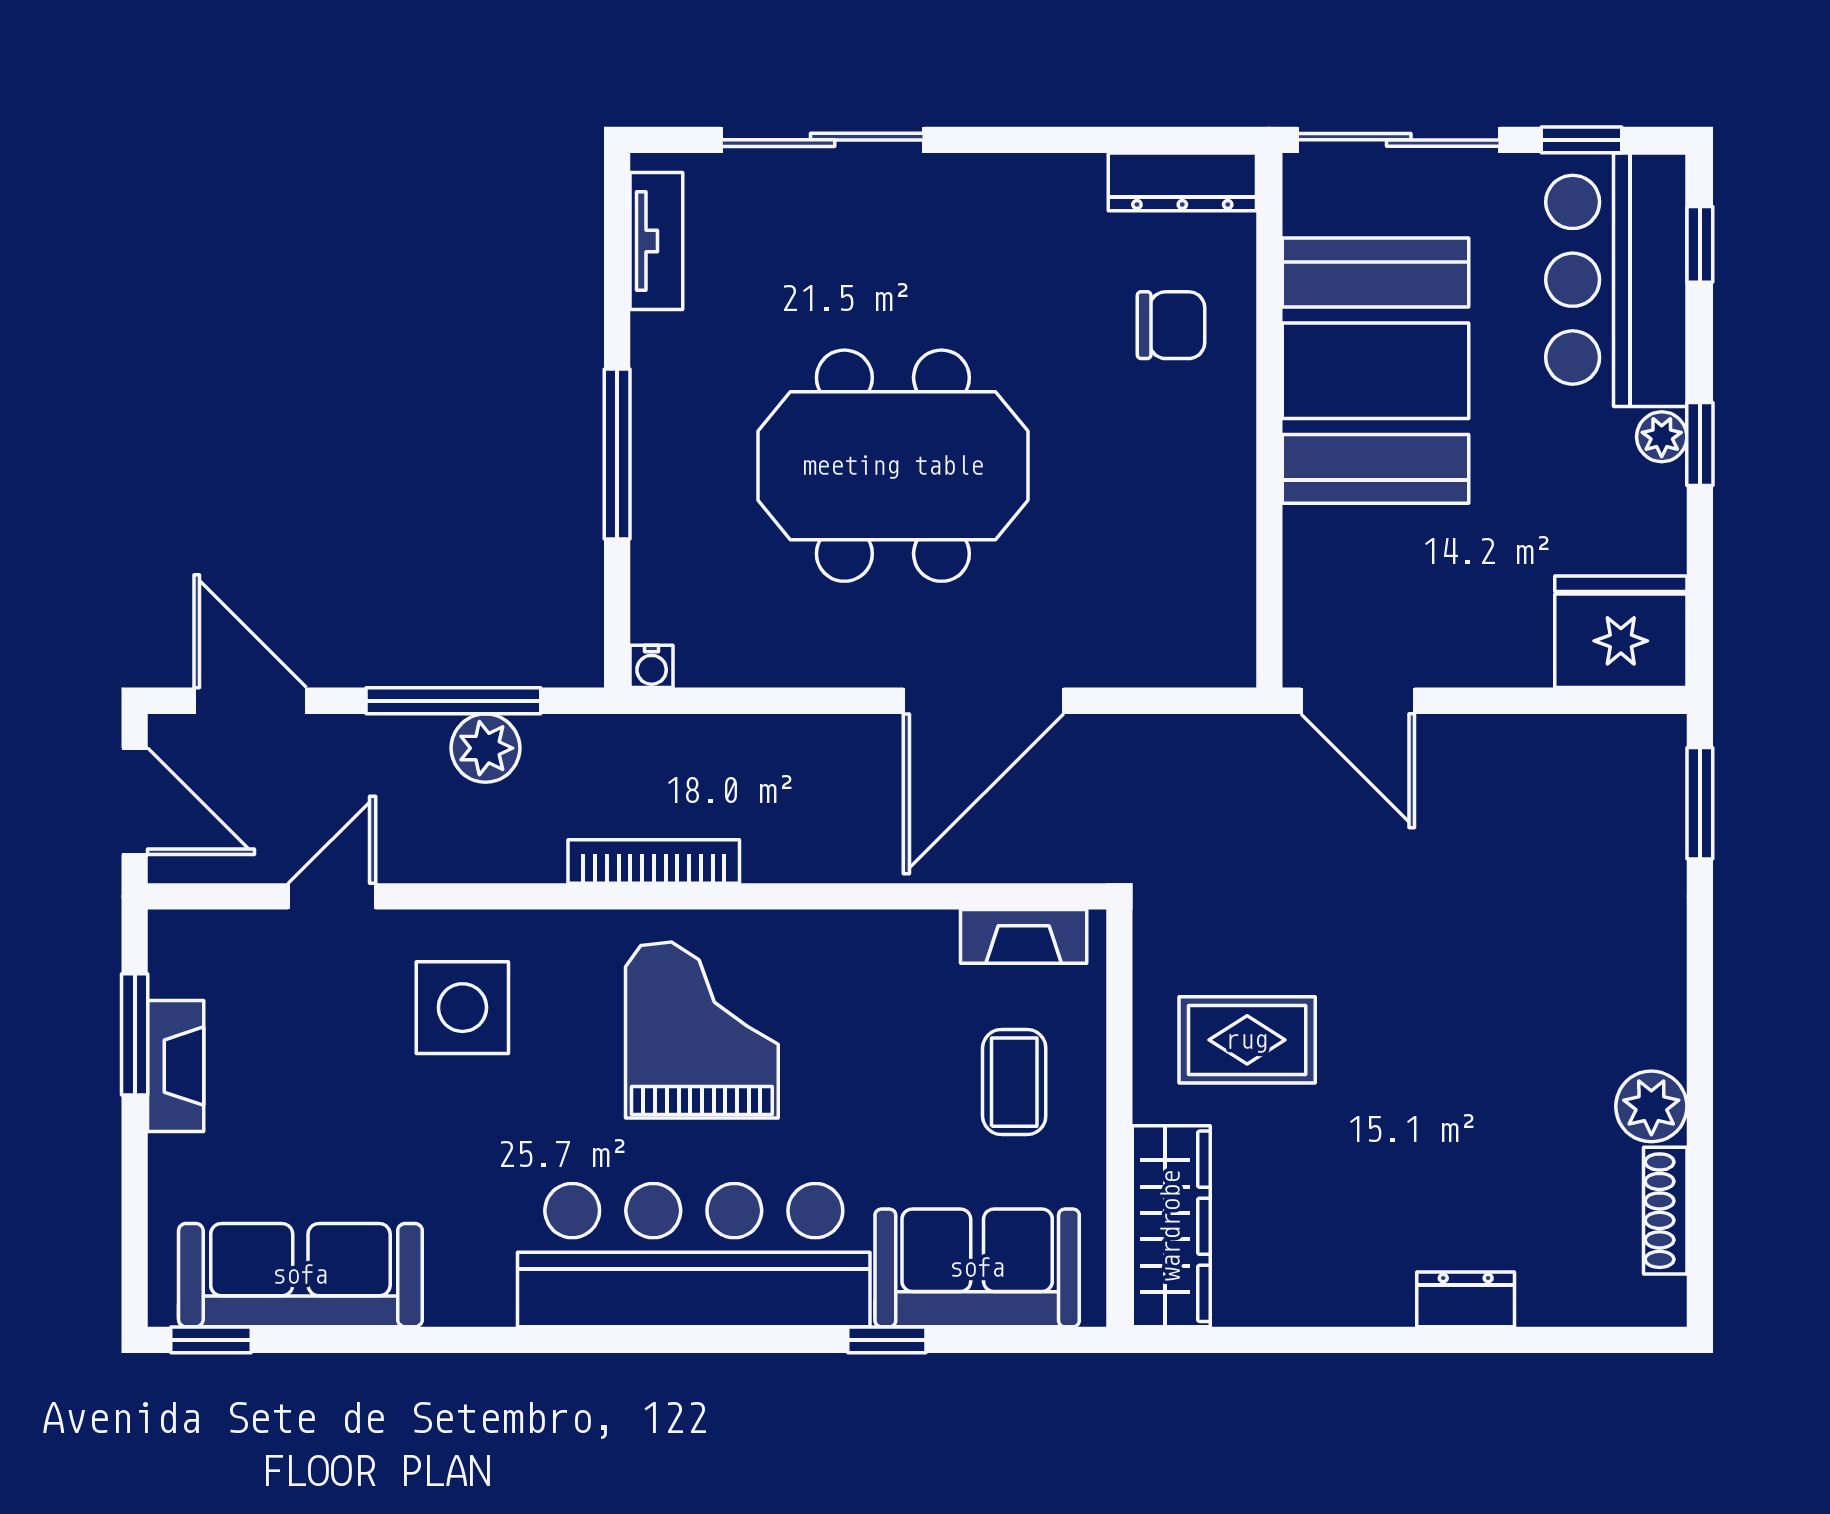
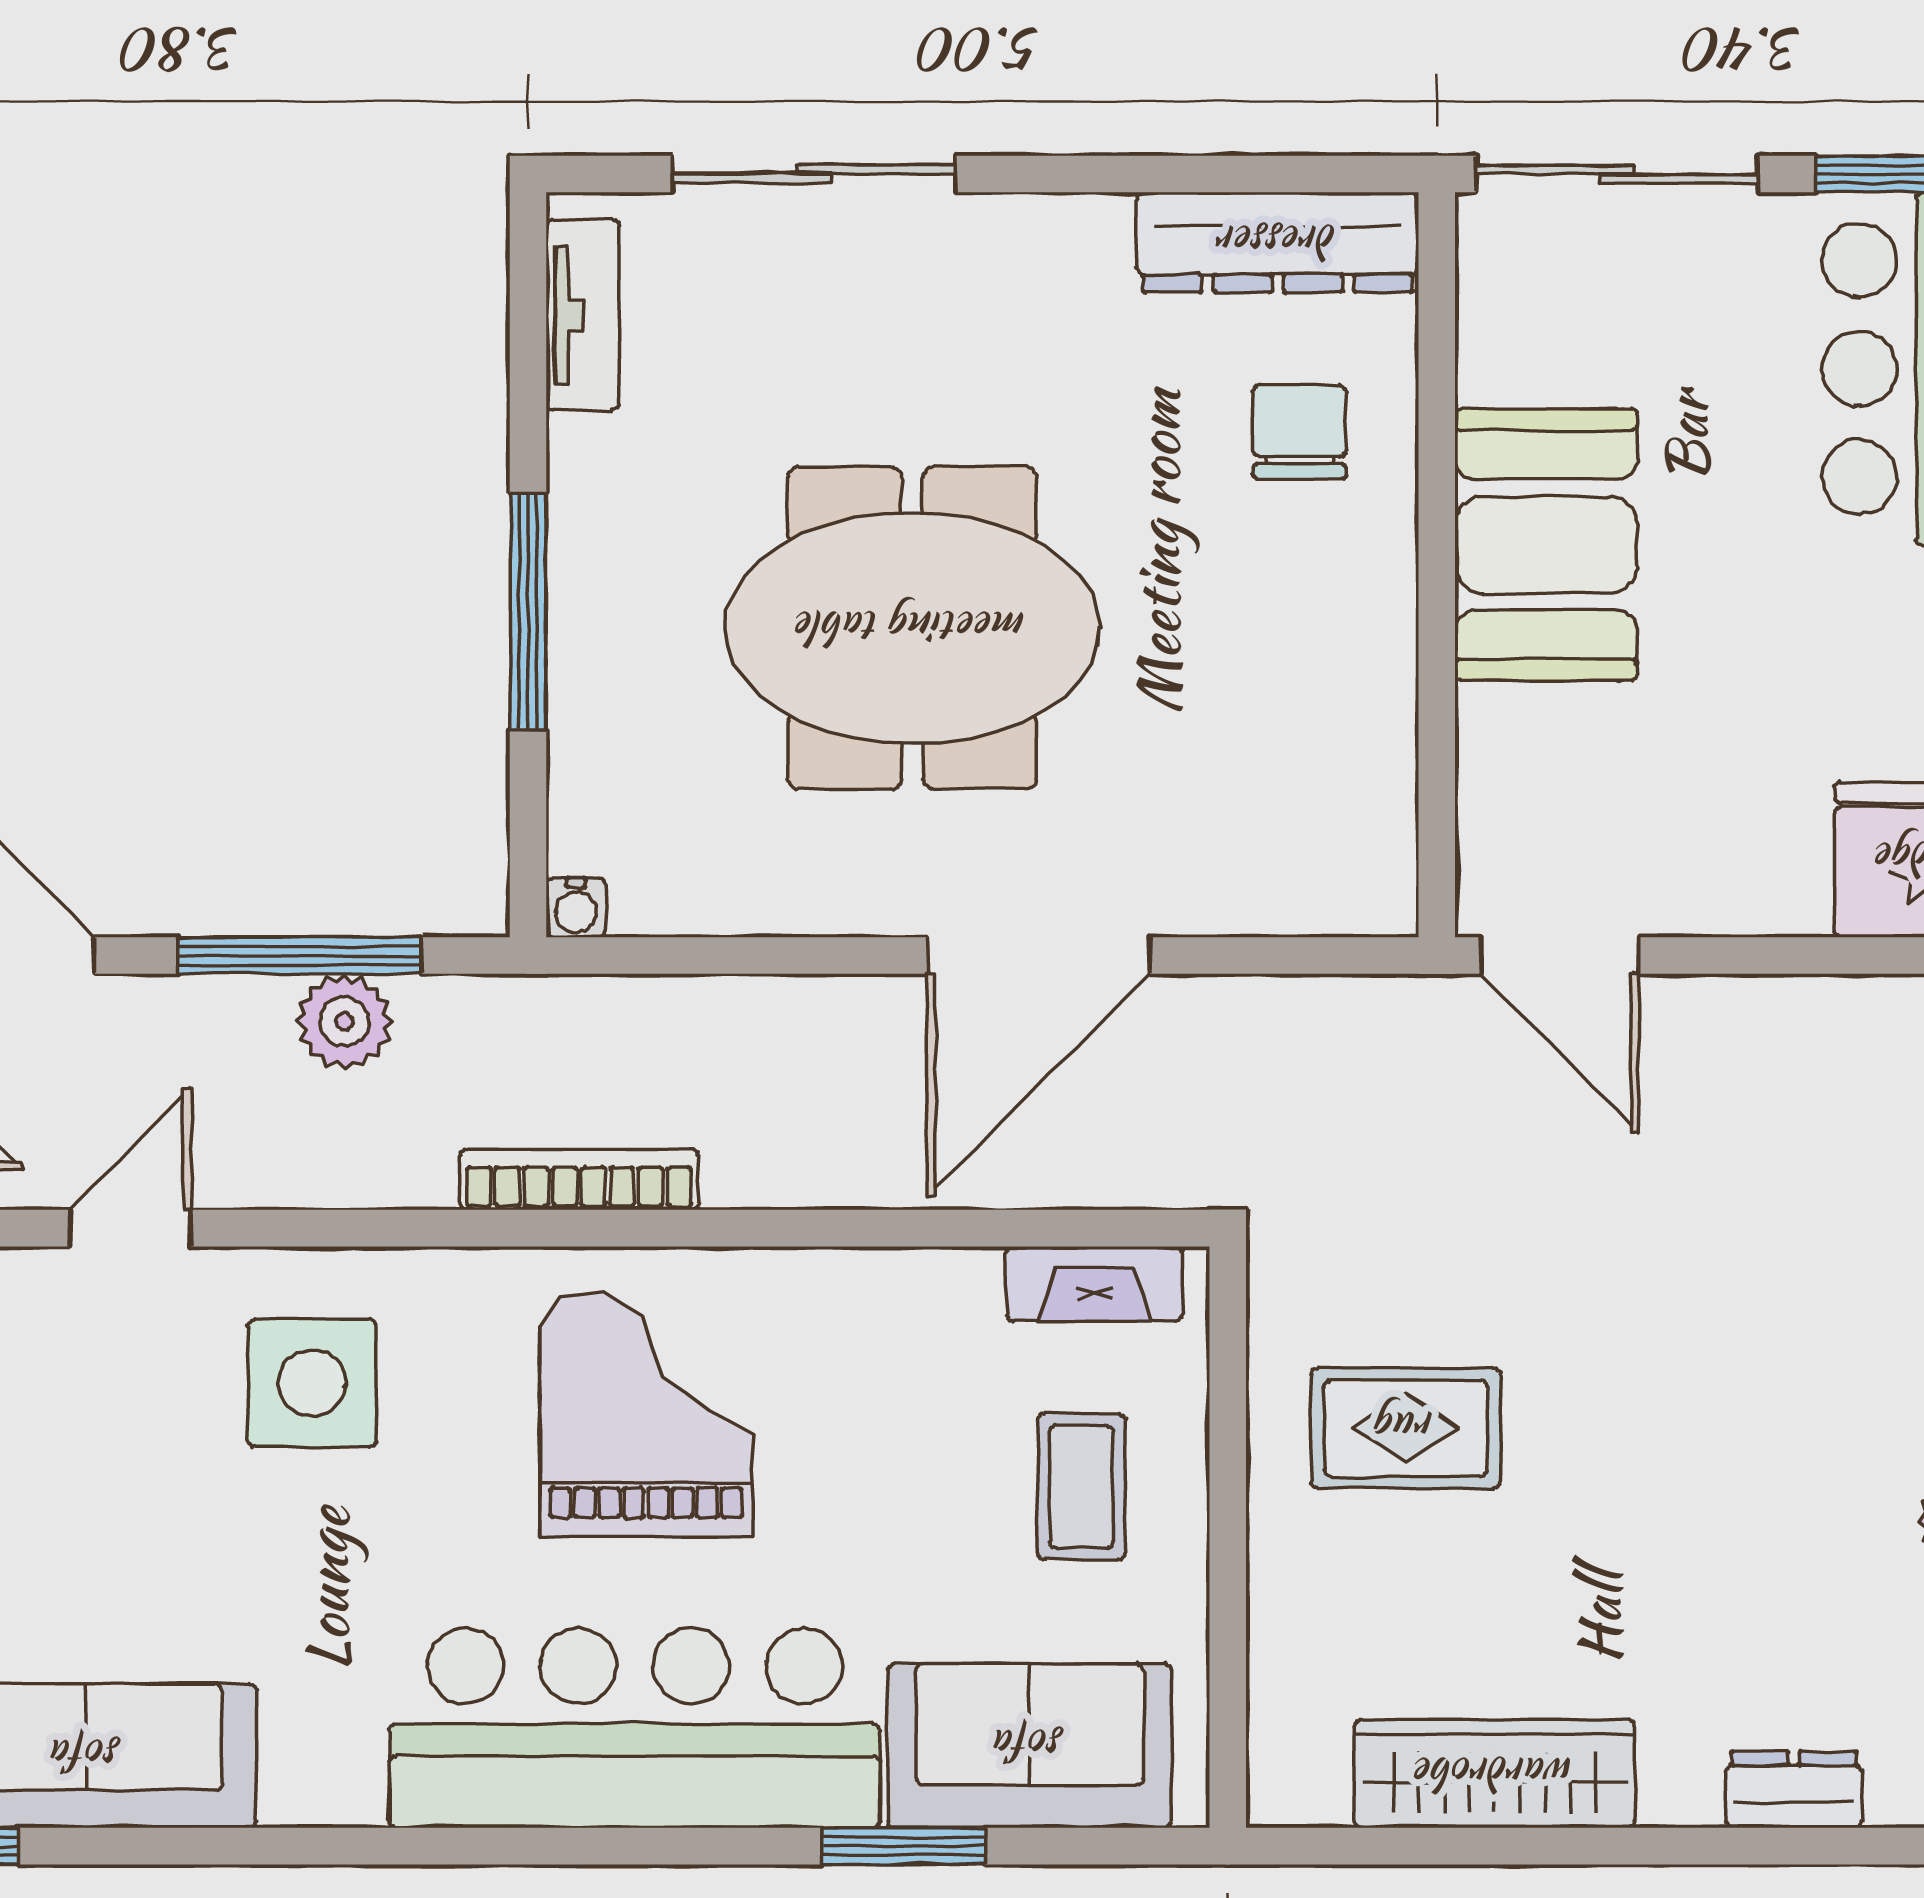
dresser: (1182, 182) -> (1278, 242), width x1.37, depth x1.24
chair: (1171, 325) -> (1300, 432), turned -90
booth: (1376, 371) -> (1546, 545), width x0.73, depth x0.70
wardrobe: (1171, 1226) -> (1495, 1774), moved, turned -90
dresser: (1466, 1299) -> (1794, 1790), moved
window: (887, 1340) -> (904, 1846), width x1.50

